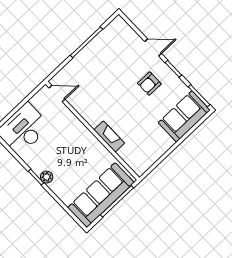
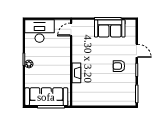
door: (57, 94) -> (71, 29), swing flipped
sofa: (184, 116) -> (110, 28), moved, turned 180

